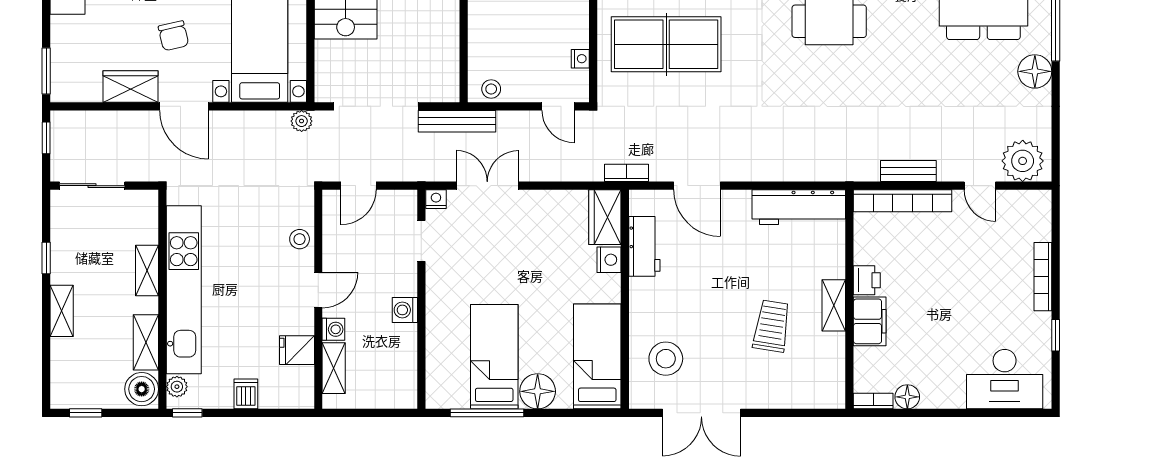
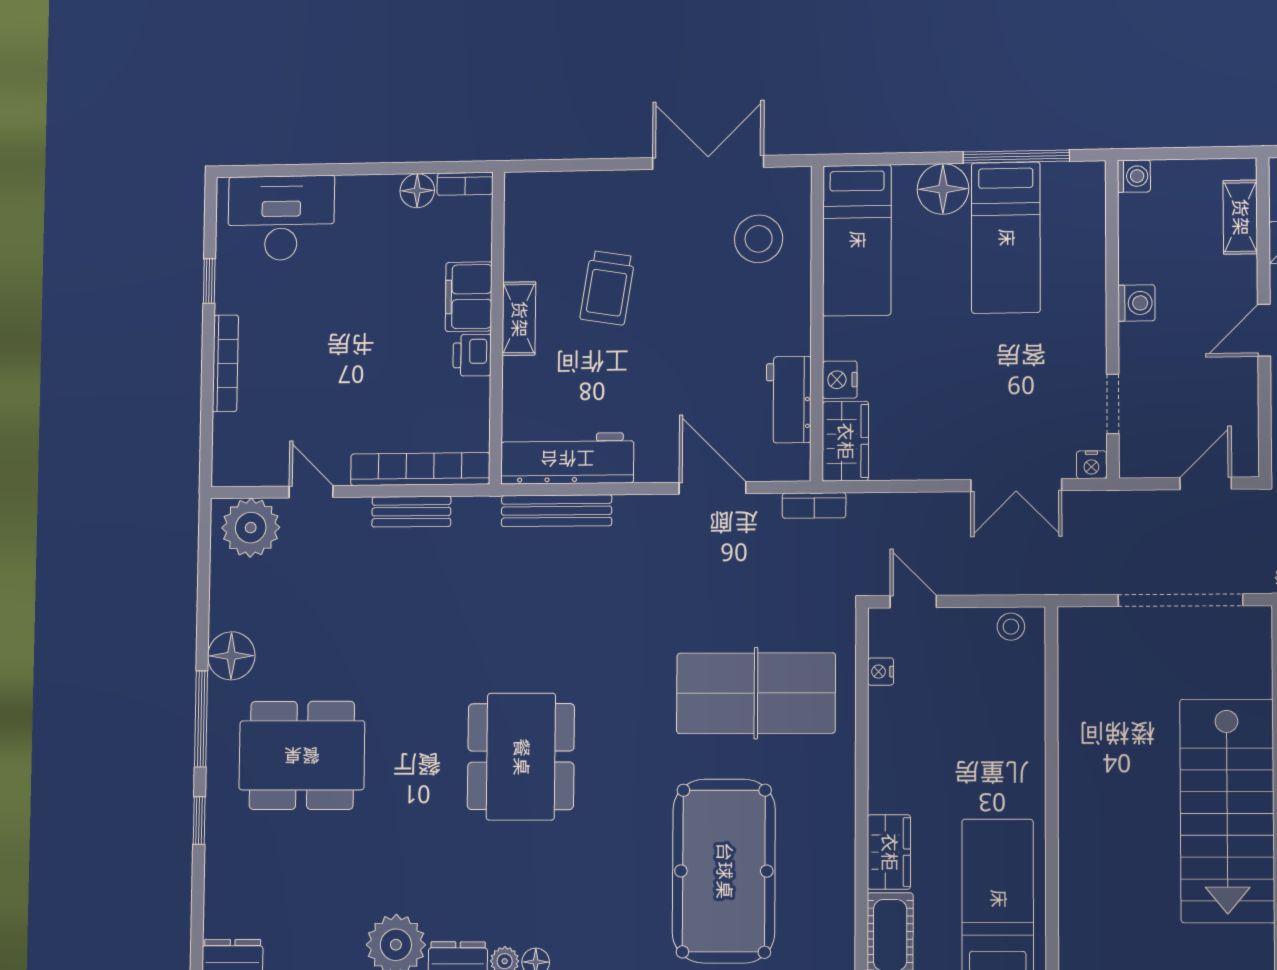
bench: (457, 121) -> (557, 511), moved
washing machine: (333, 329) -> (1134, 176), moved, turned 180

